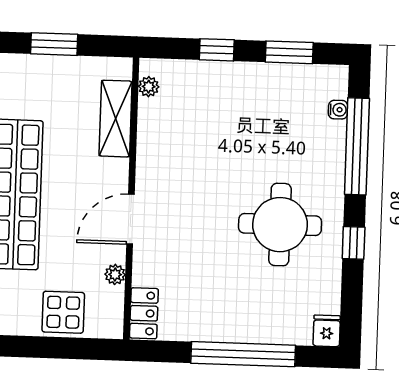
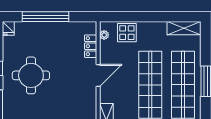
plant: (115, 274) -> (104, 35), moved
locker: (144, 313) -> (91, 46), moved

